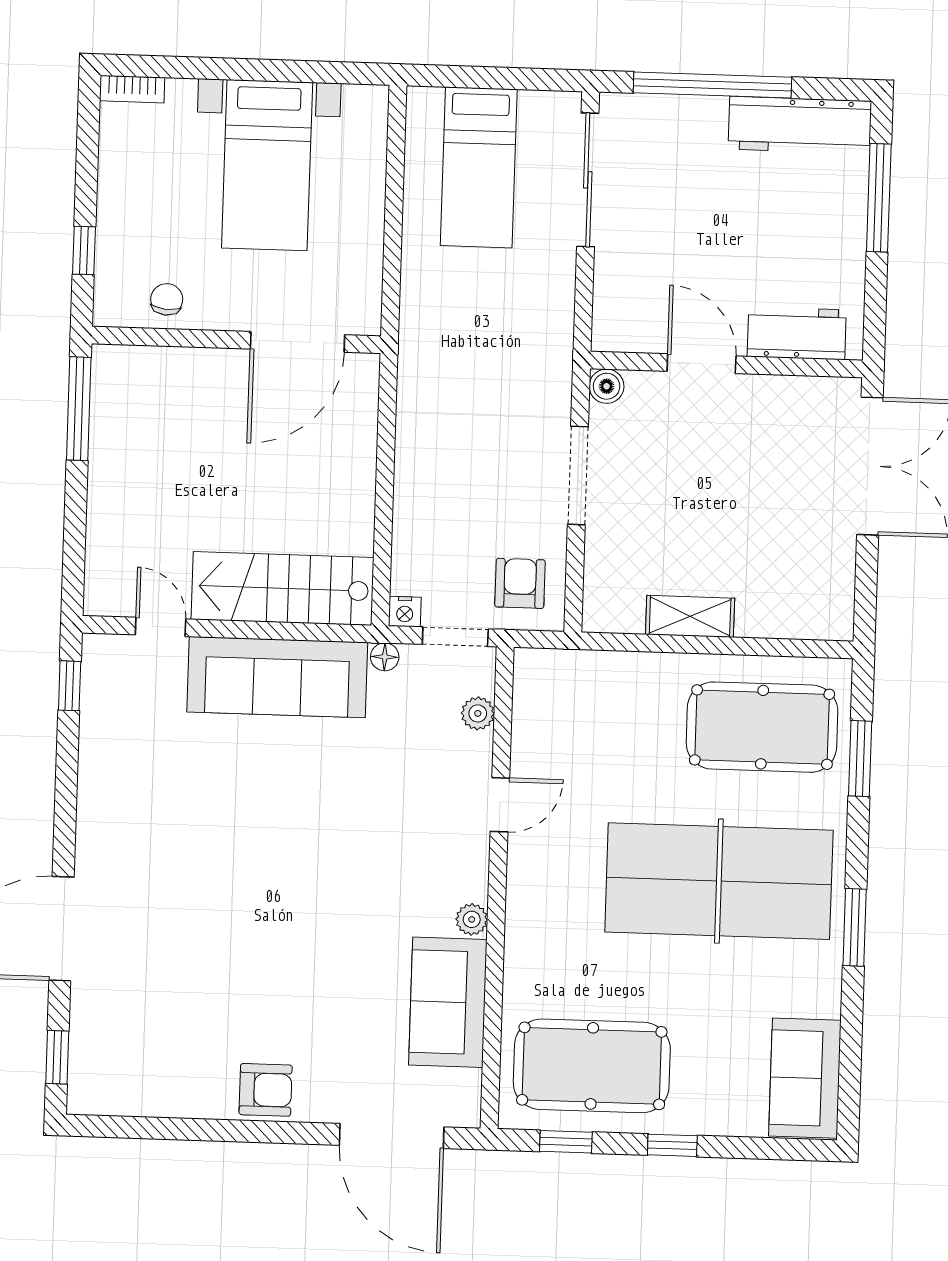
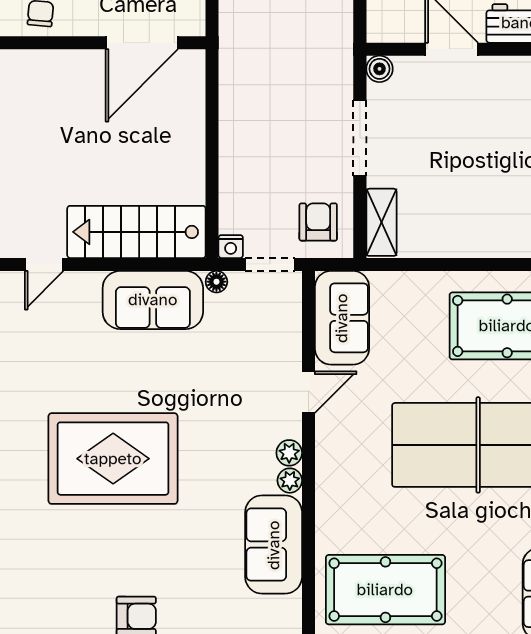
shelving: (690, 616) -> (381, 222), moved, turned 90
door: (161, 627) -> (44, 264), swing flipped
sofa: (277, 677) -> (153, 300), width x0.73
sofa: (547, 709) -> (342, 318), added
plant: (478, 713) -> (289, 453), moved
rug: (242, 883) -> (113, 459), added

